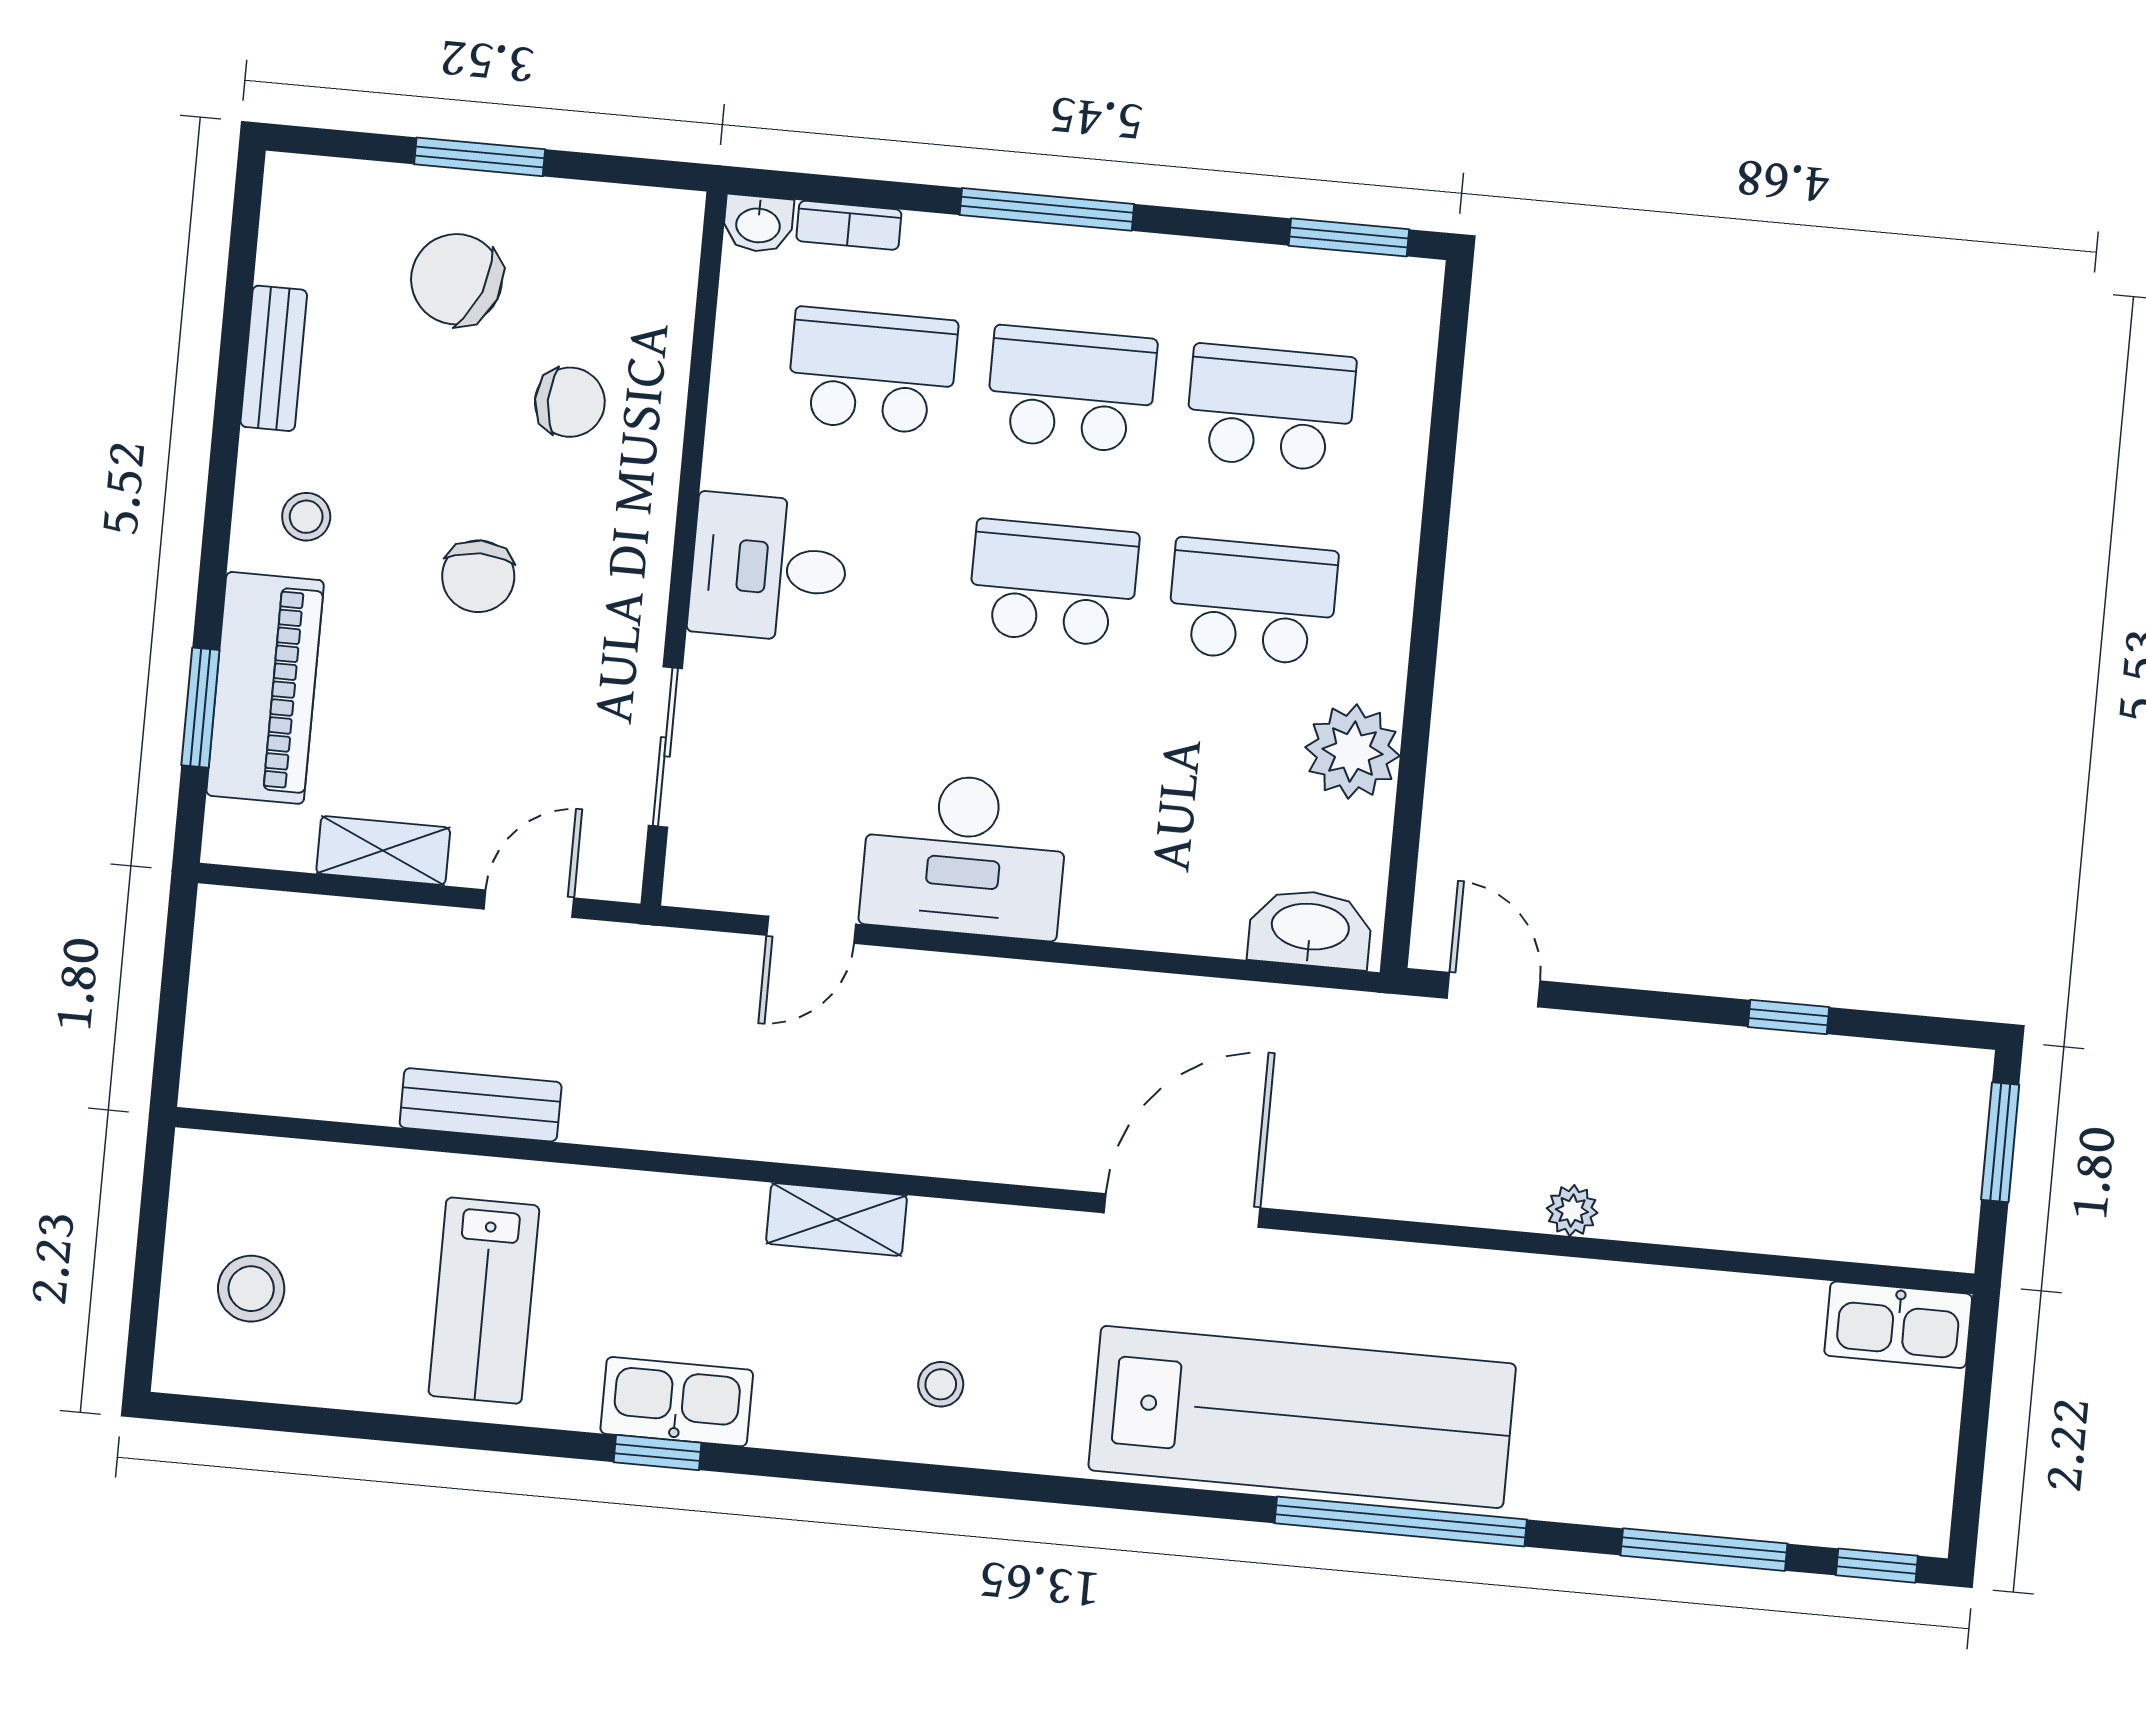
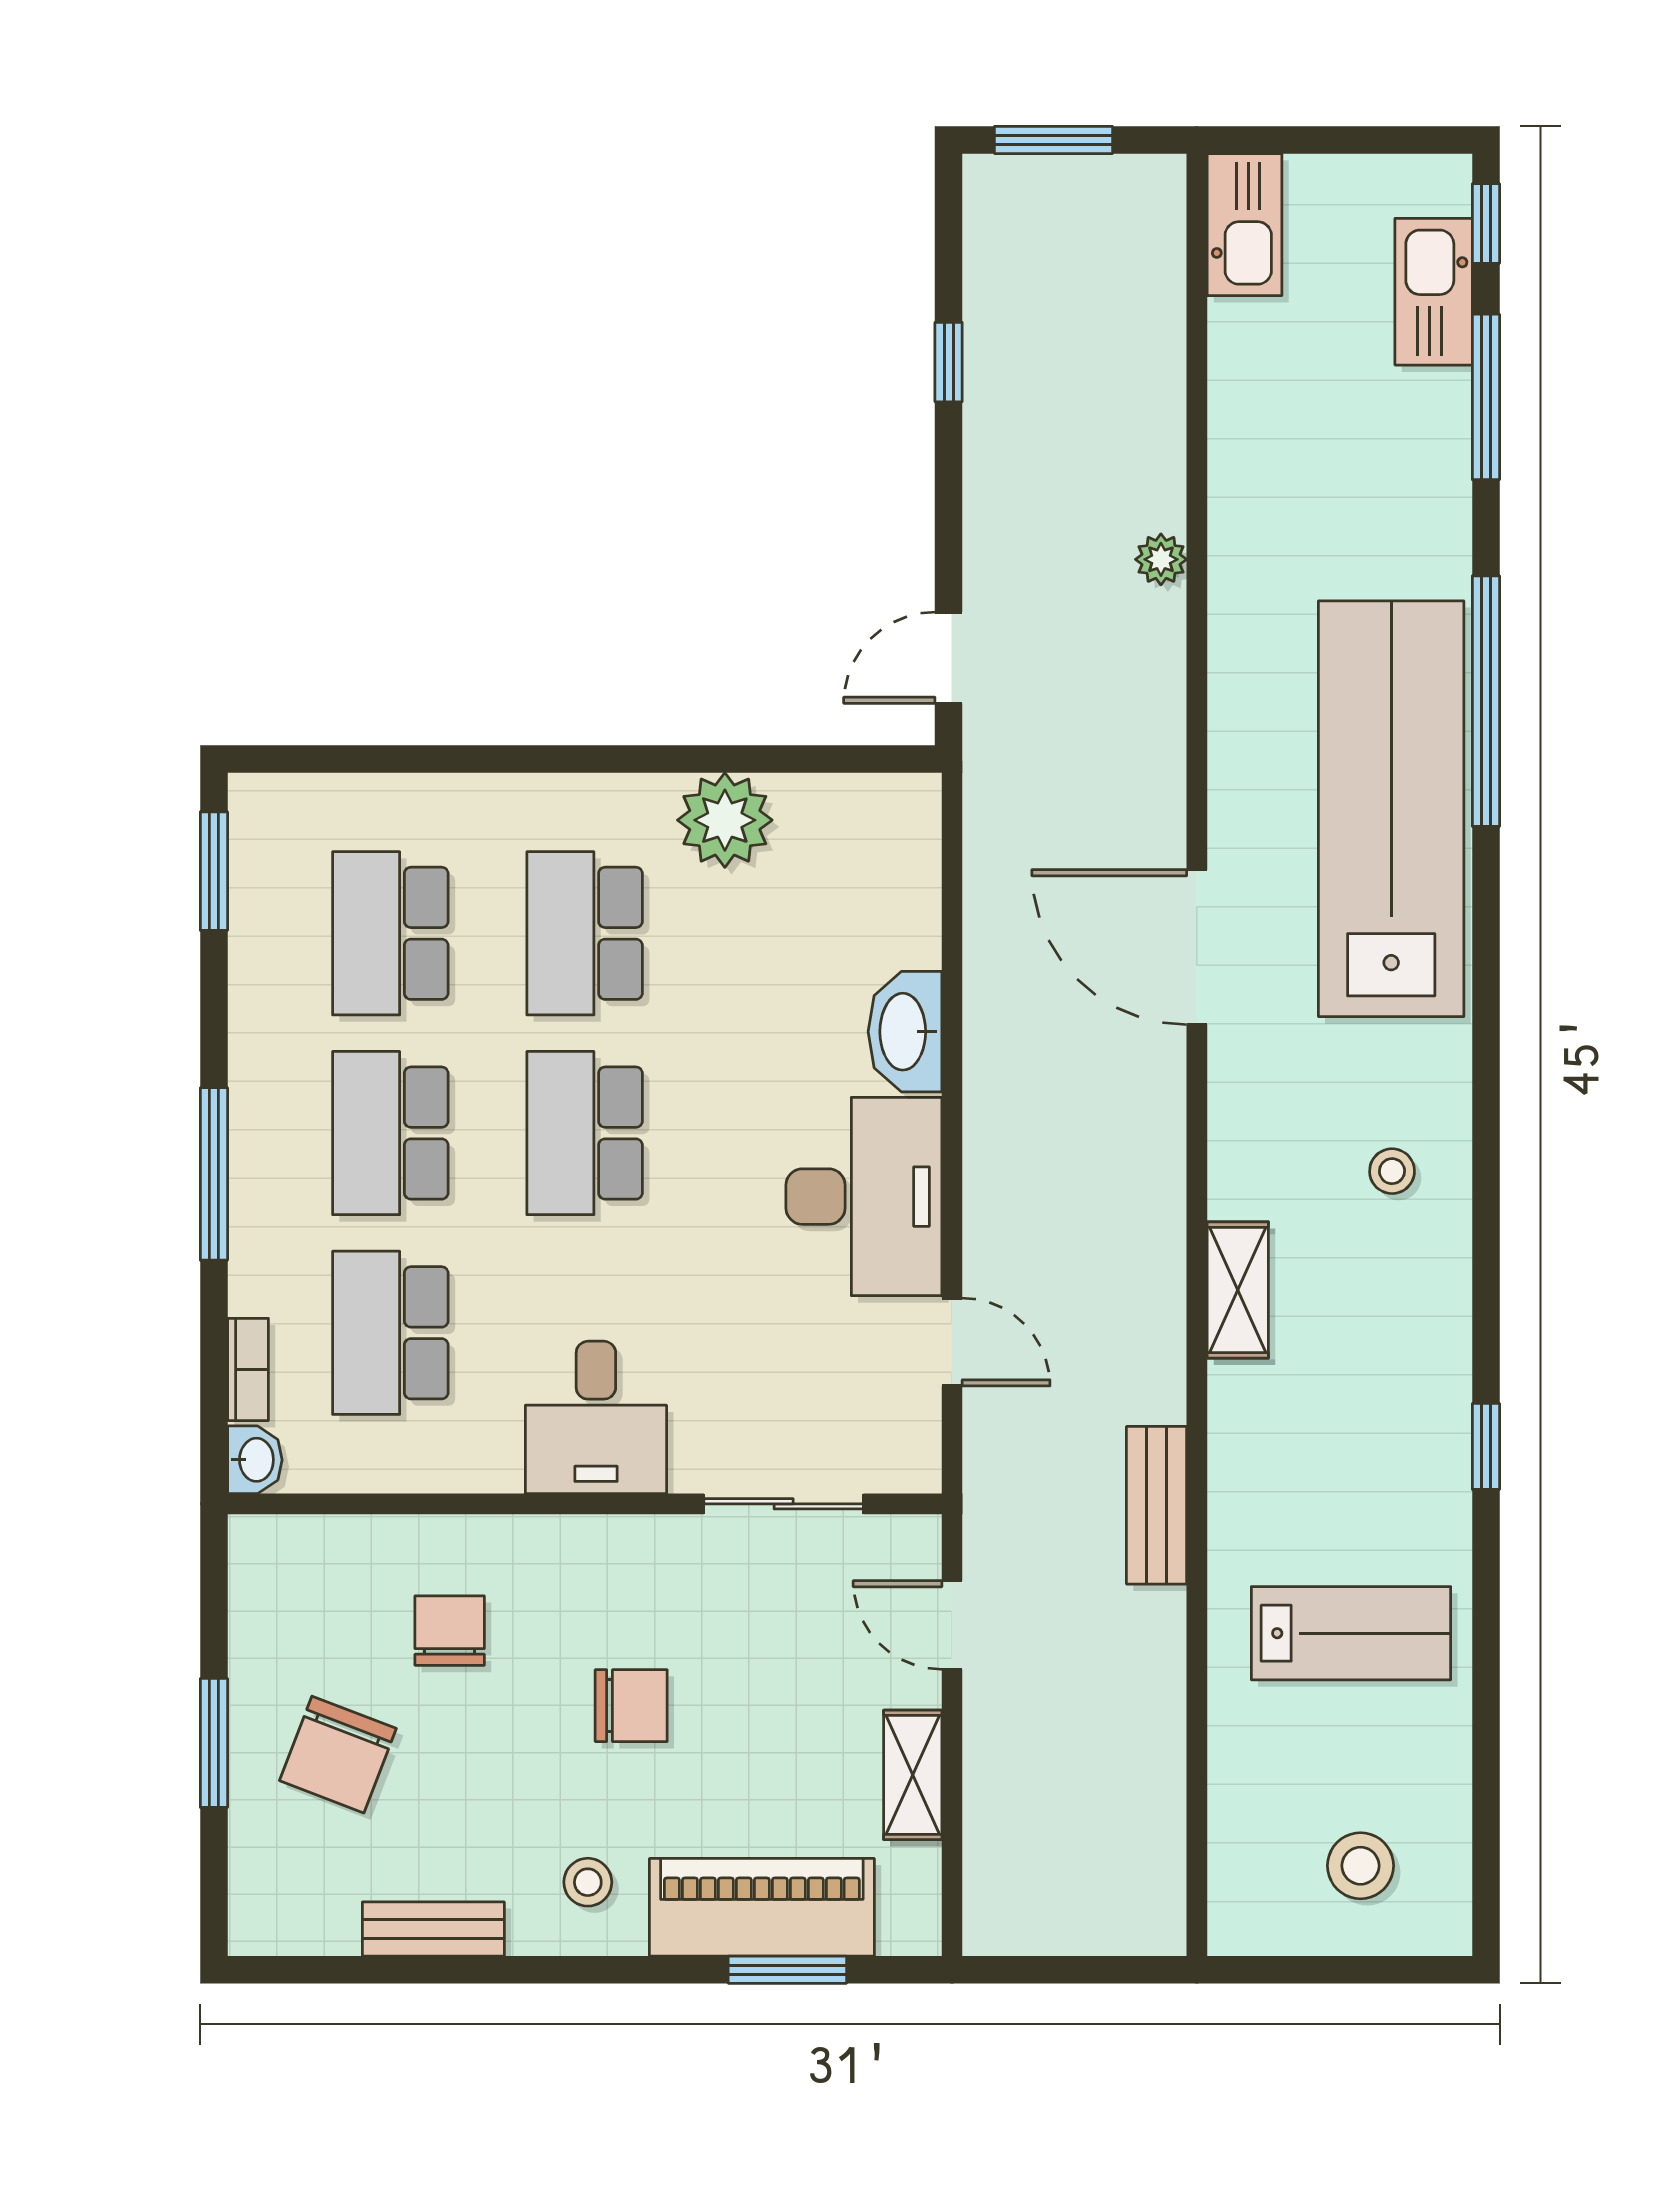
washbasin: (1310, 929) -> (905, 1032), moved
bench: (481, 1105) -> (1157, 1505), moved
kitchen sink: (677, 1402) -> (1434, 292), moved

